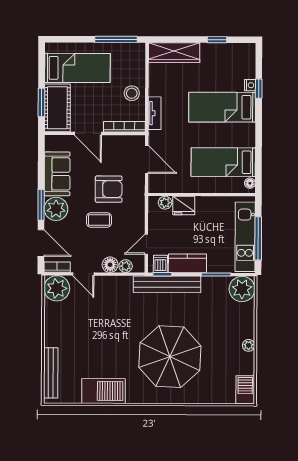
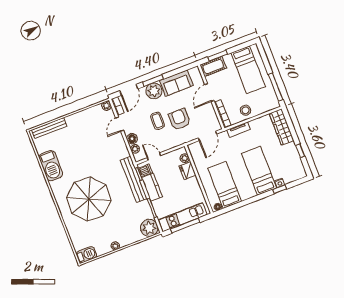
cot: (57, 108) -> (213, 66), width x0.73, depth x0.75
armchair: (109, 189) -> (179, 119), turned 180
plant: (57, 288) -> (106, 106), width x0.53, depth x0.53

